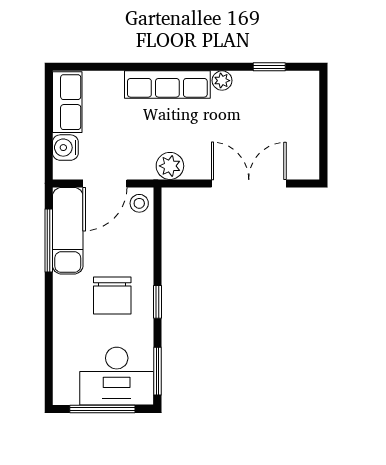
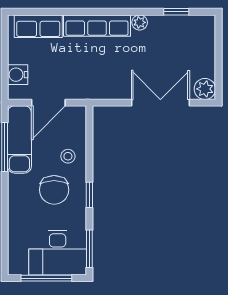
row of seats: (67, 102) -> (38, 26), moved, turned 90
plant: (170, 166) -> (205, 89), moved
stool: (139, 203) -> (68, 156), moved

